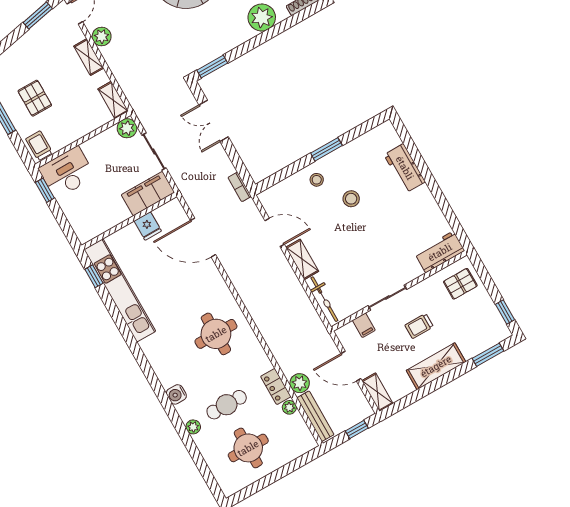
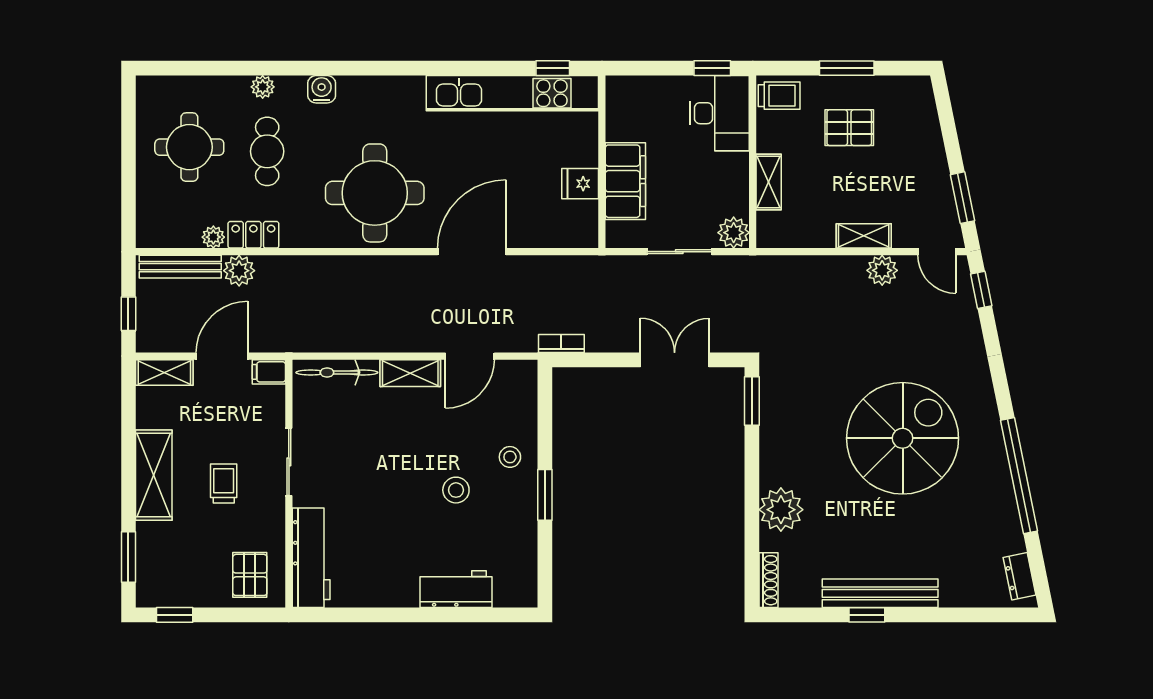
shelving: (113, 100) -> (769, 182), moved, turned 90
filing cabinet: (148, 194) -> (625, 181), moved
door: (203, 238) -> (472, 252), moved
workbench: (440, 252) -> (311, 558), width x1.38
filing cabinet: (364, 325) -> (269, 372), moved
round table: (216, 334) -> (375, 193), width x1.36, depth x1.36

